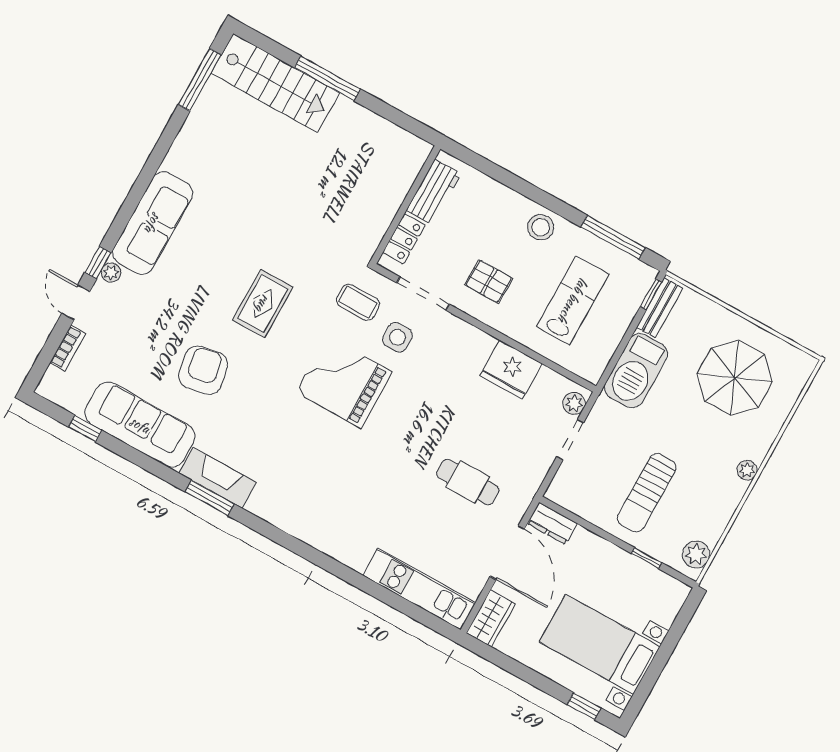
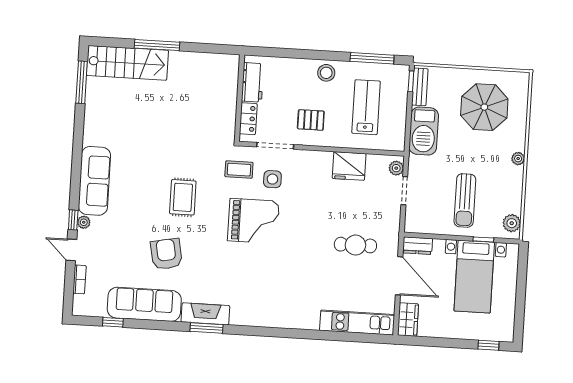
grand piano: (344, 382) -> (253, 221), turned 180
bed with nightstands: (600, 644) -> (474, 277), moved, turned -90

